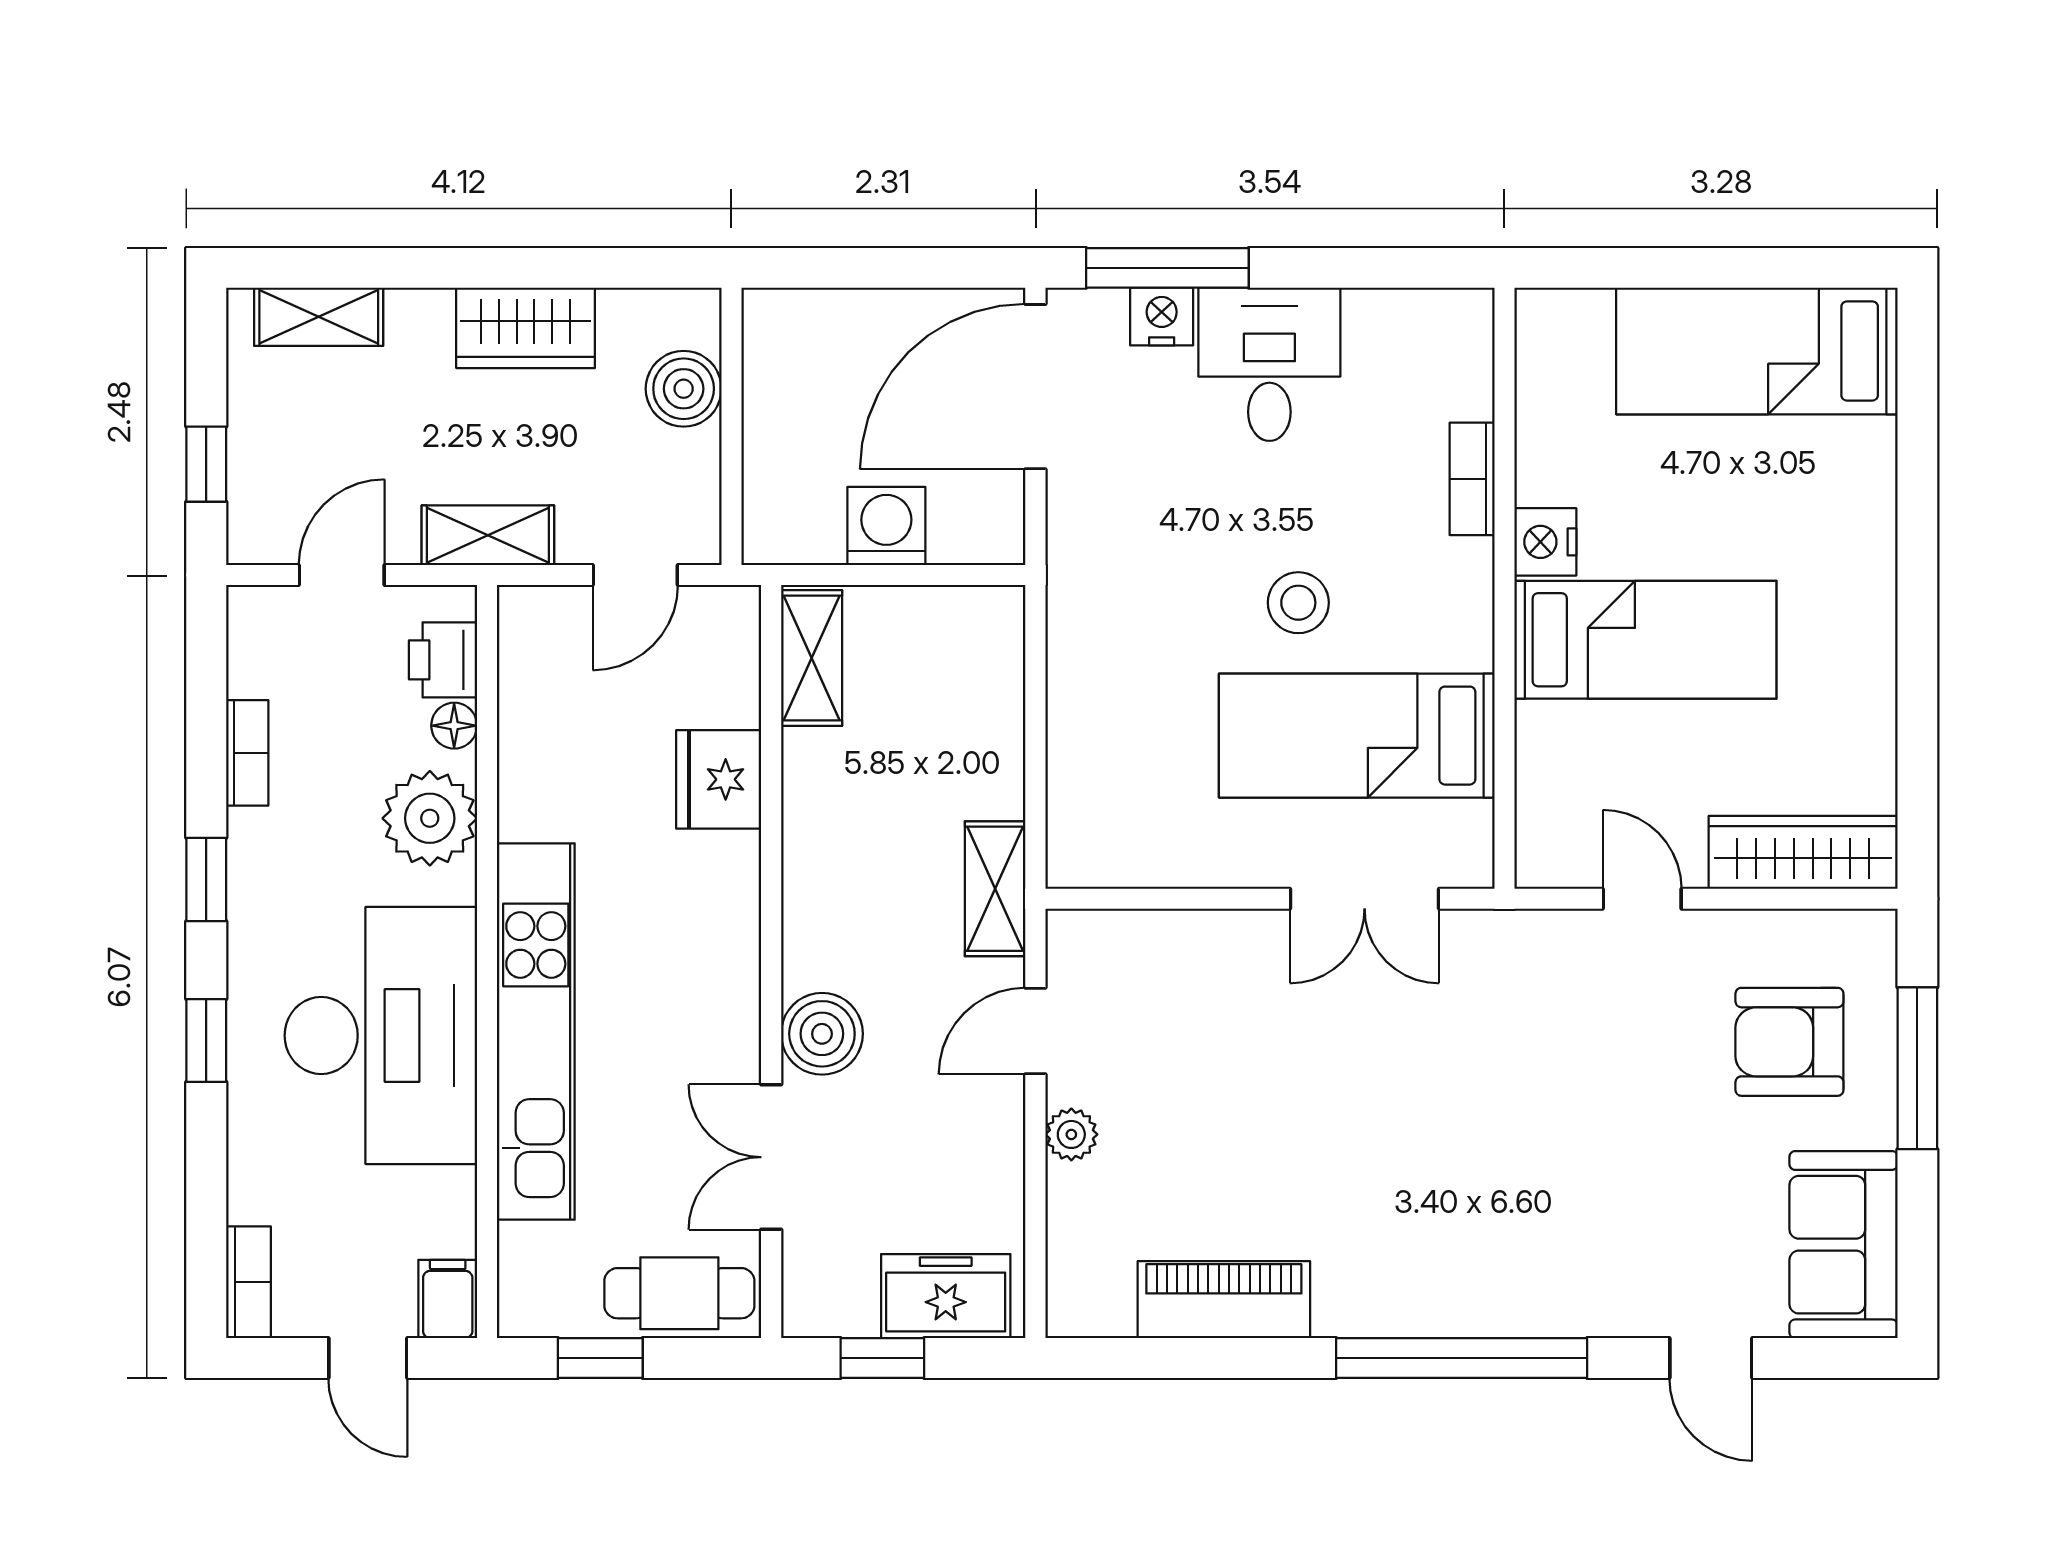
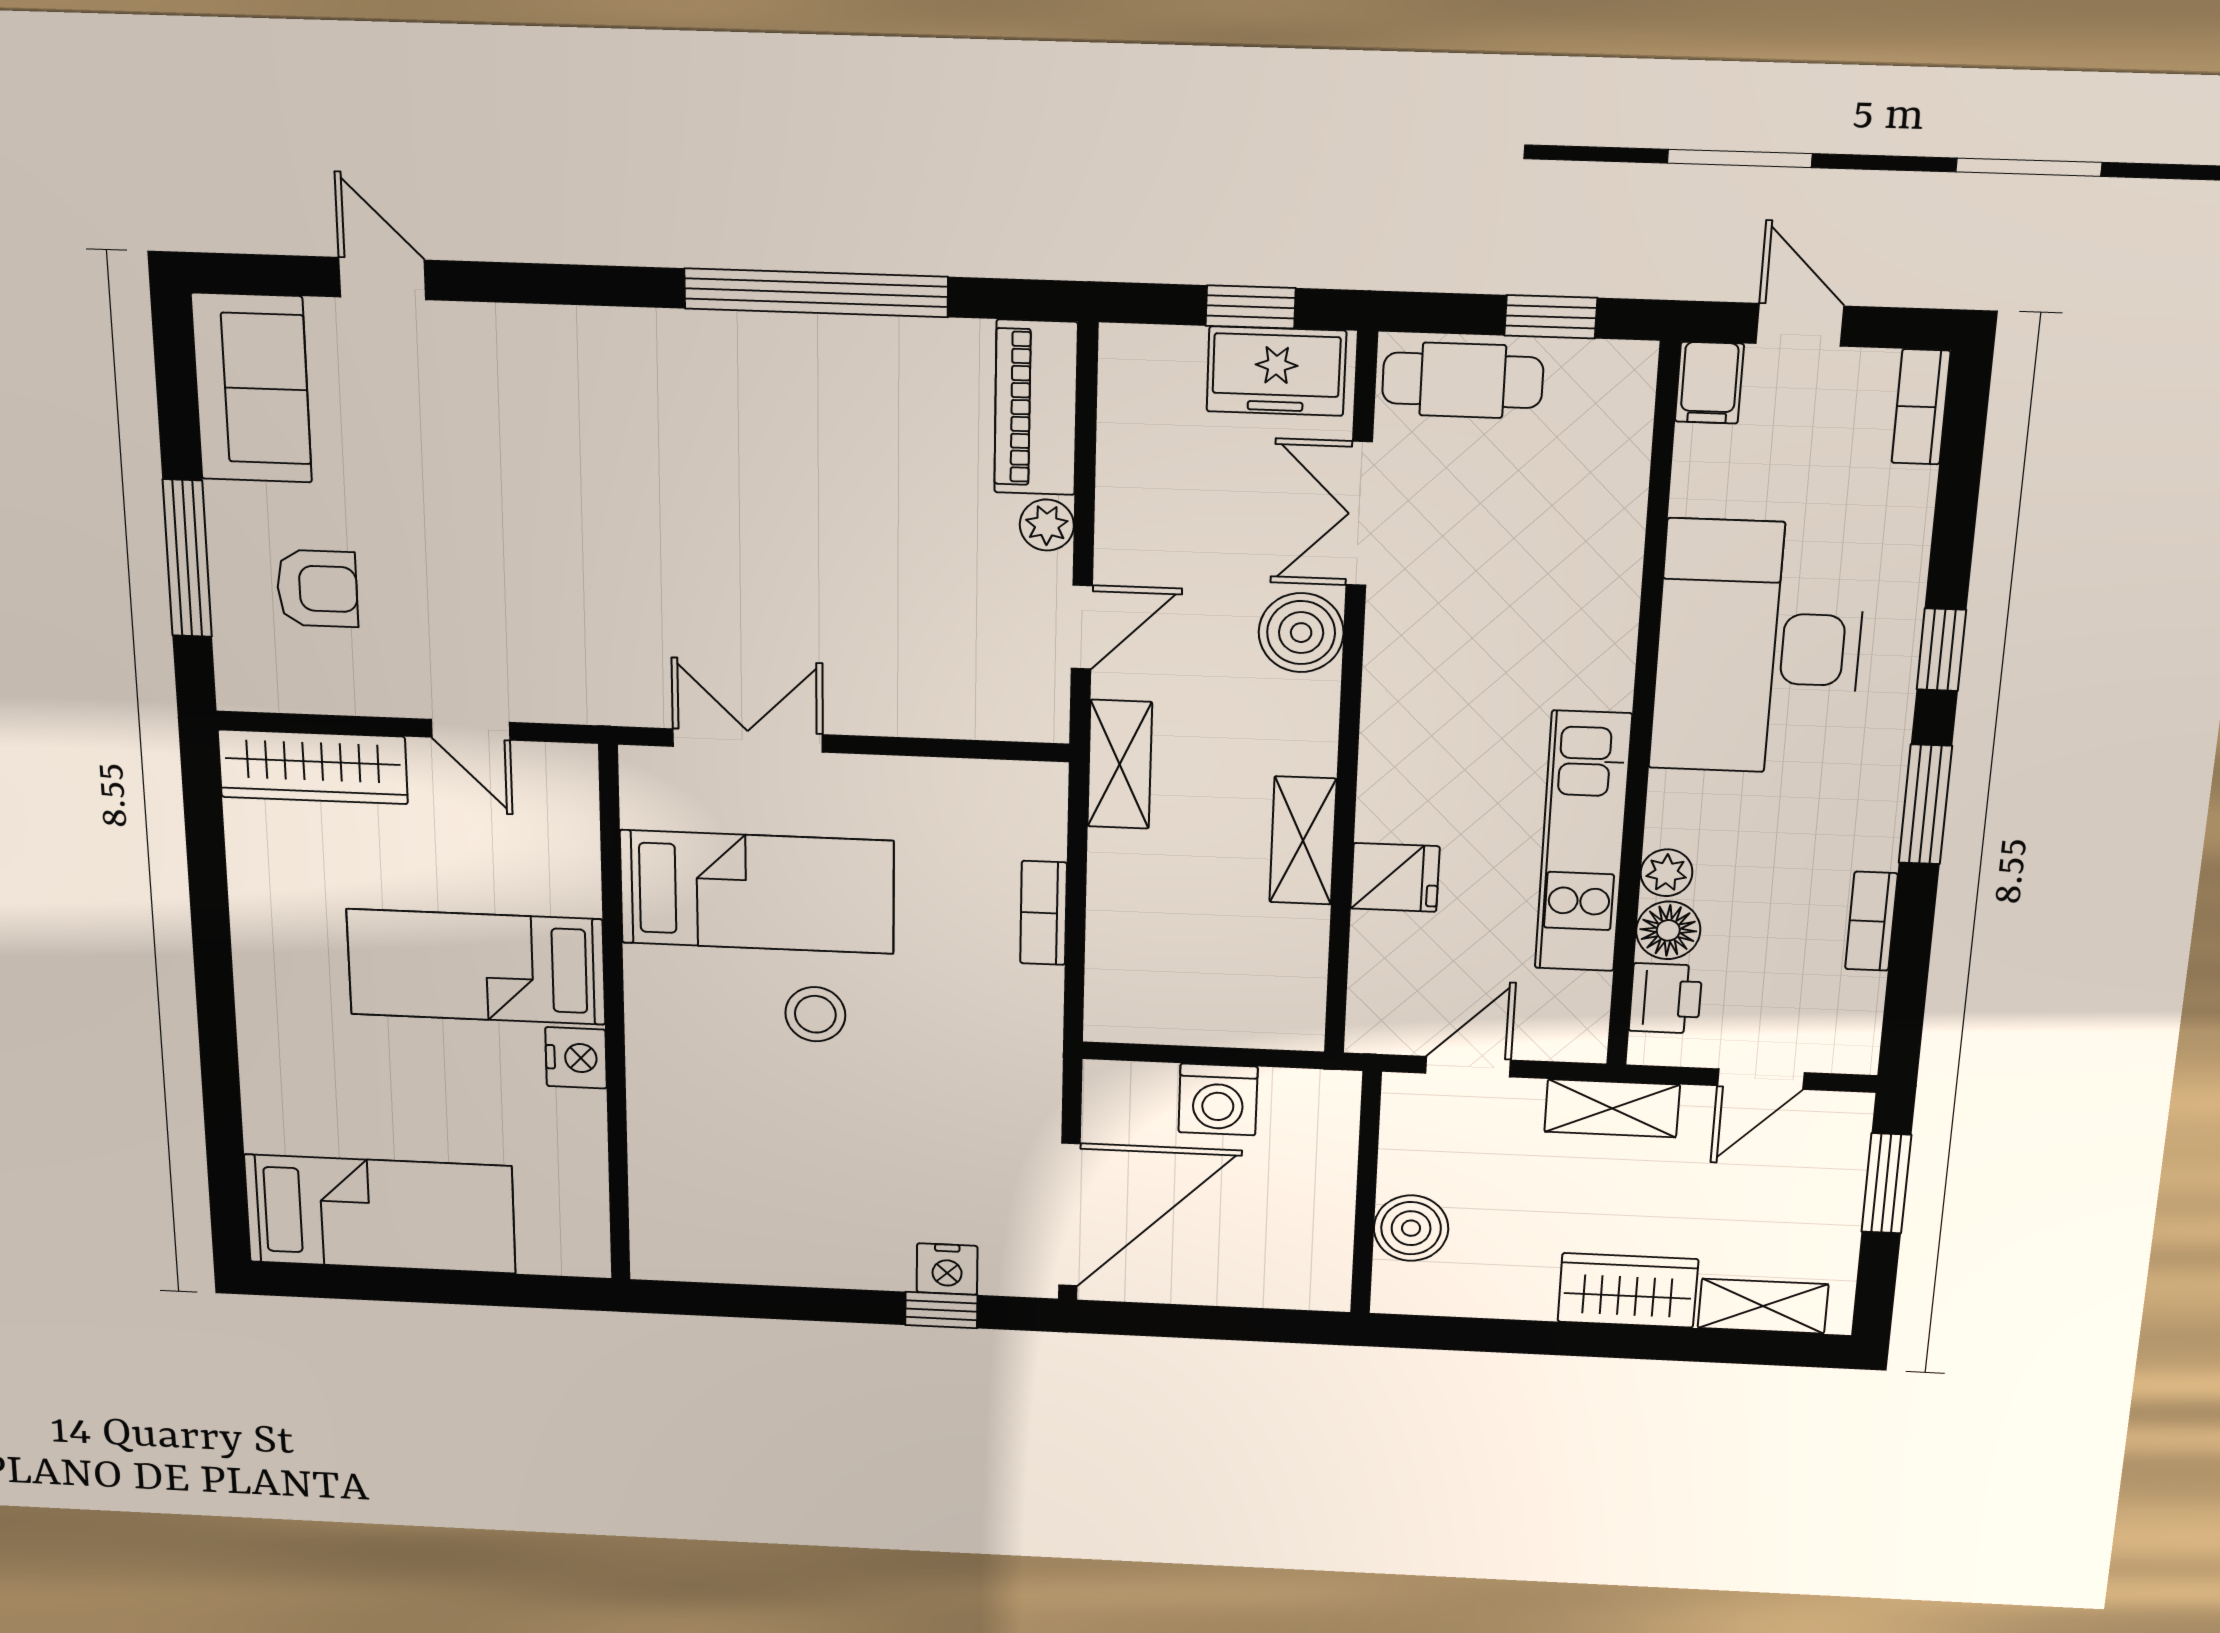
window: (1167, 268) -> (941, 1310), width x0.46
wardrobe: (526, 328) -> (1628, 1290), moved
desk: (1269, 364) -> (844, 1224), removed
window: (206, 464) -> (1886, 1183), width x1.50
bookcase: (1472, 479) -> (1044, 913), moved, turned 180
shelving: (812, 658) -> (1303, 841), moved
floor lamp: (454, 726) -> (1668, 930), width x1.37, depth x1.37
fridge: (719, 779) -> (1395, 877), width x0.72
plant: (430, 818) -> (1666, 873), width x0.53, depth x0.53
window: (206, 879) -> (1925, 804), width x1.50
kitchen unit: (536, 1031) -> (1583, 842), moved, width x0.73
armchair: (1789, 1042) -> (317, 589), width x0.72, depth x0.72
double door: (771, 1157) -> (1359, 514), swing flipped
freezer: (946, 1296) -> (1276, 371), moved
piano: (1224, 1300) -> (1036, 408), moved, turned 90
window: (1462, 1358) -> (816, 293), moved

